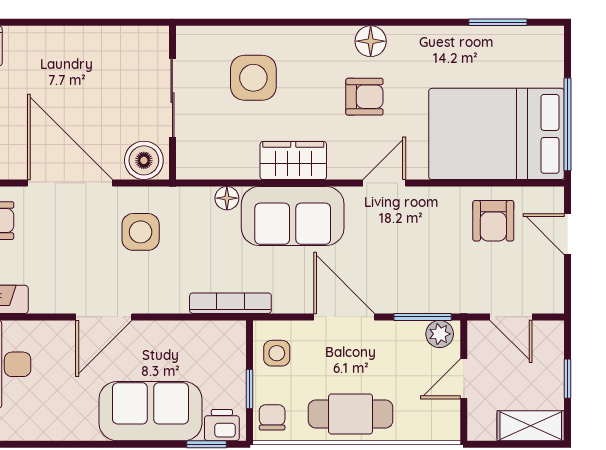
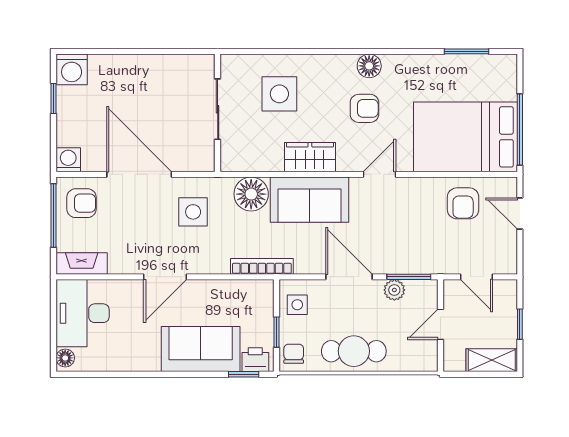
boiler: (144, 160) -> (196, 157), removed
floor lamp: (227, 198) -> (251, 194), width x1.89, depth x1.89
plant: (440, 334) -> (394, 290), moved

